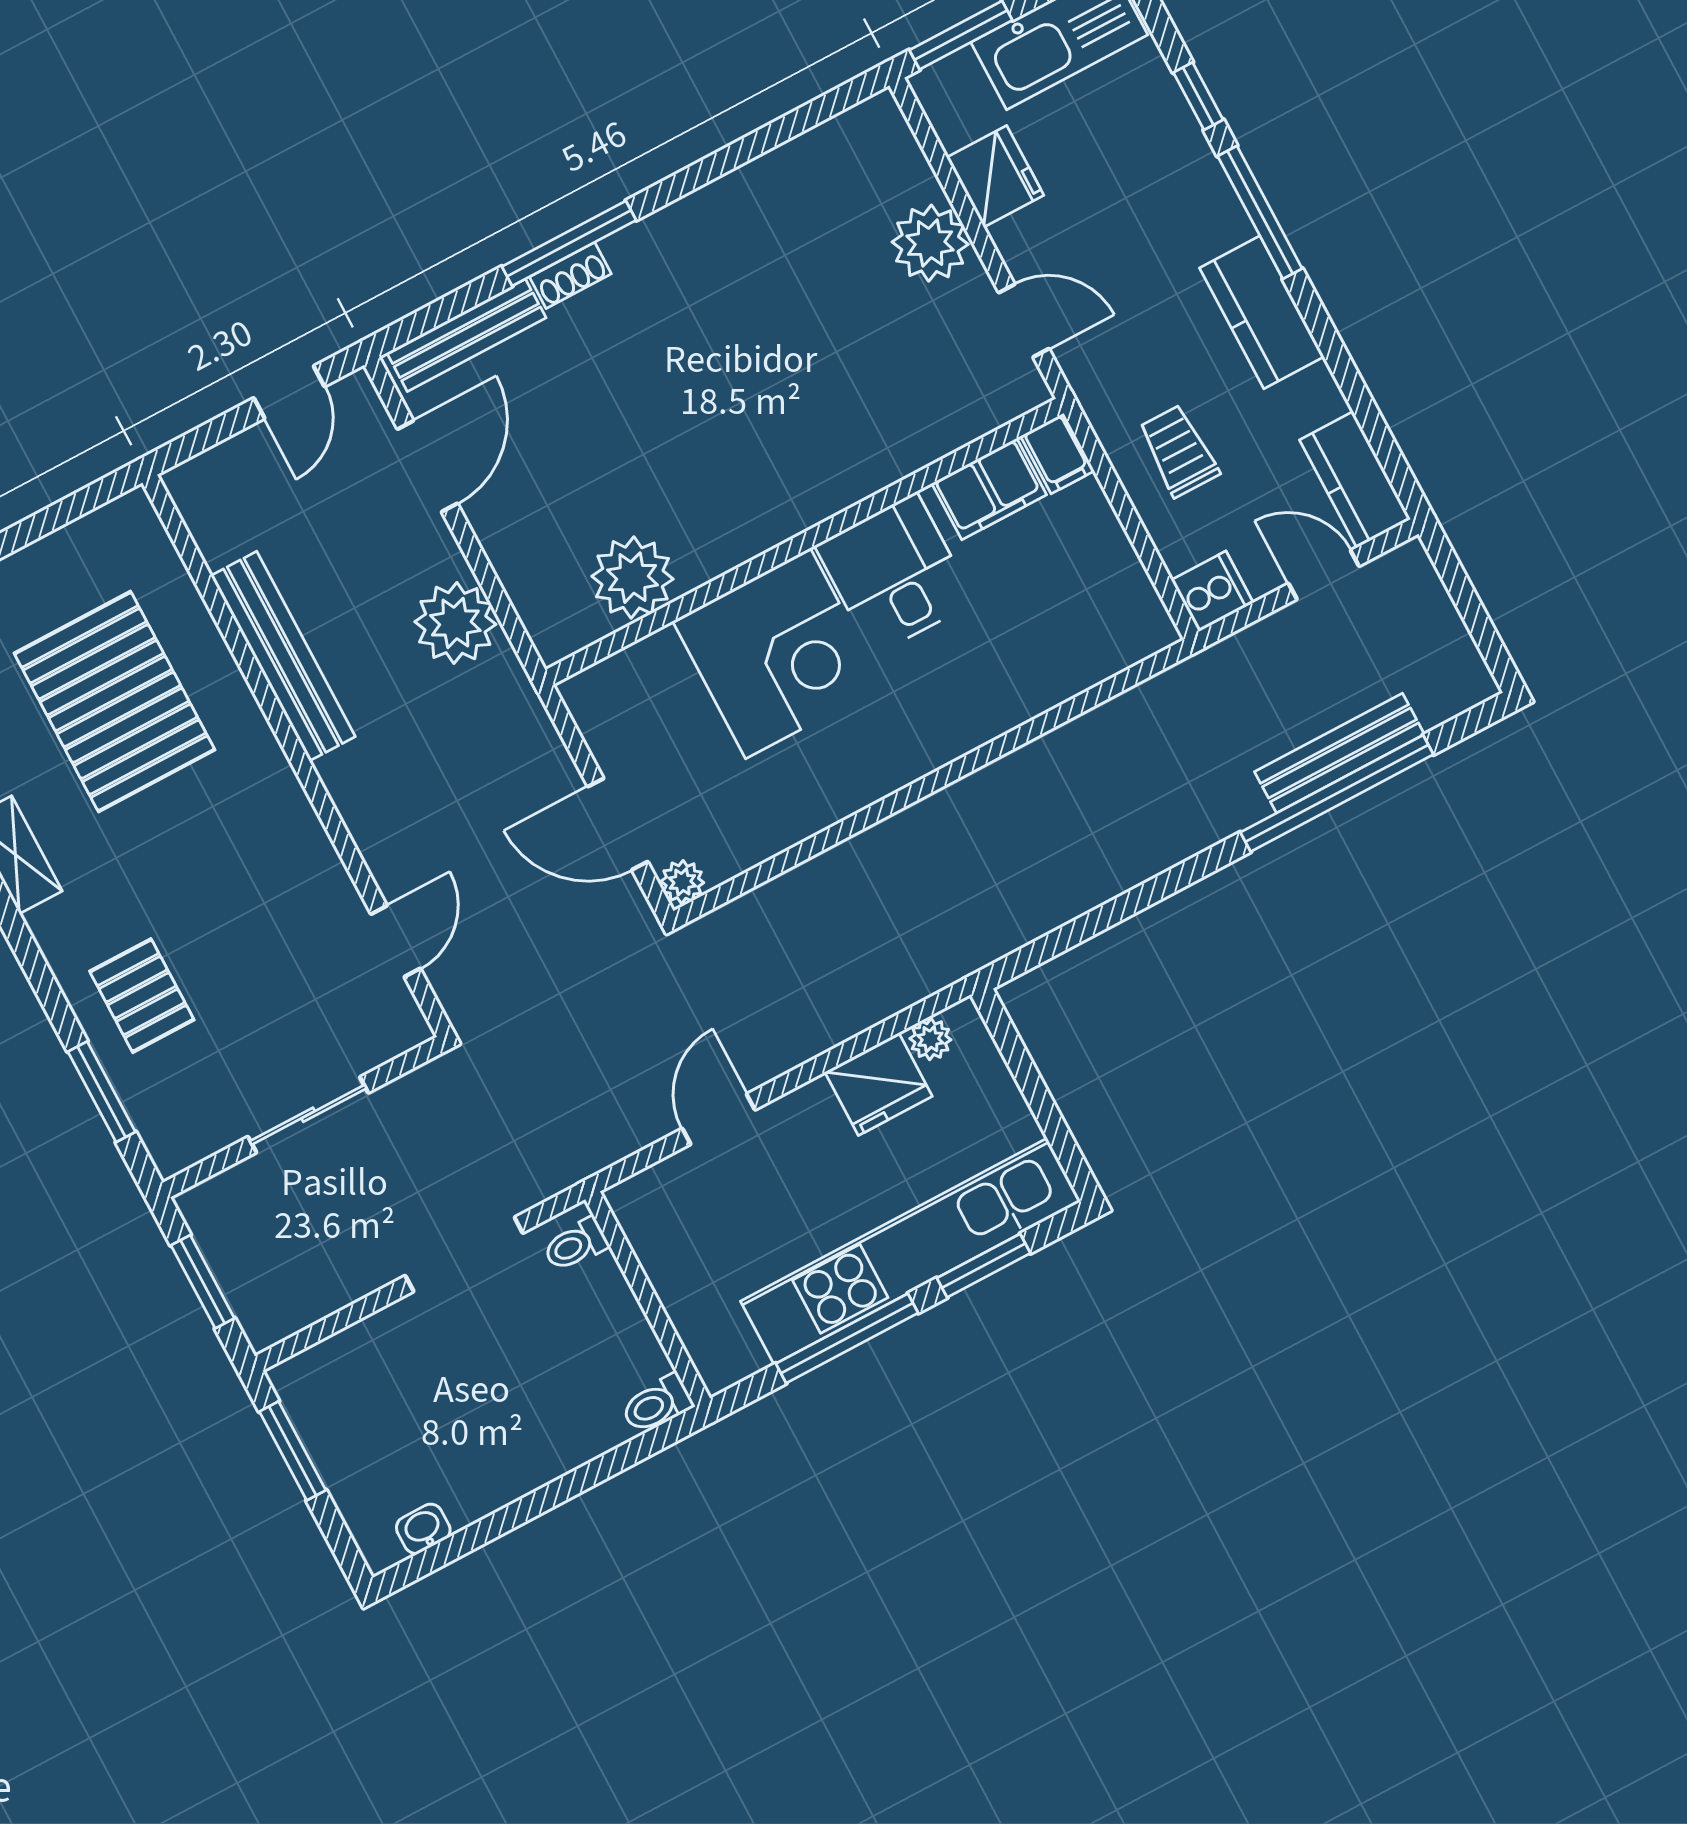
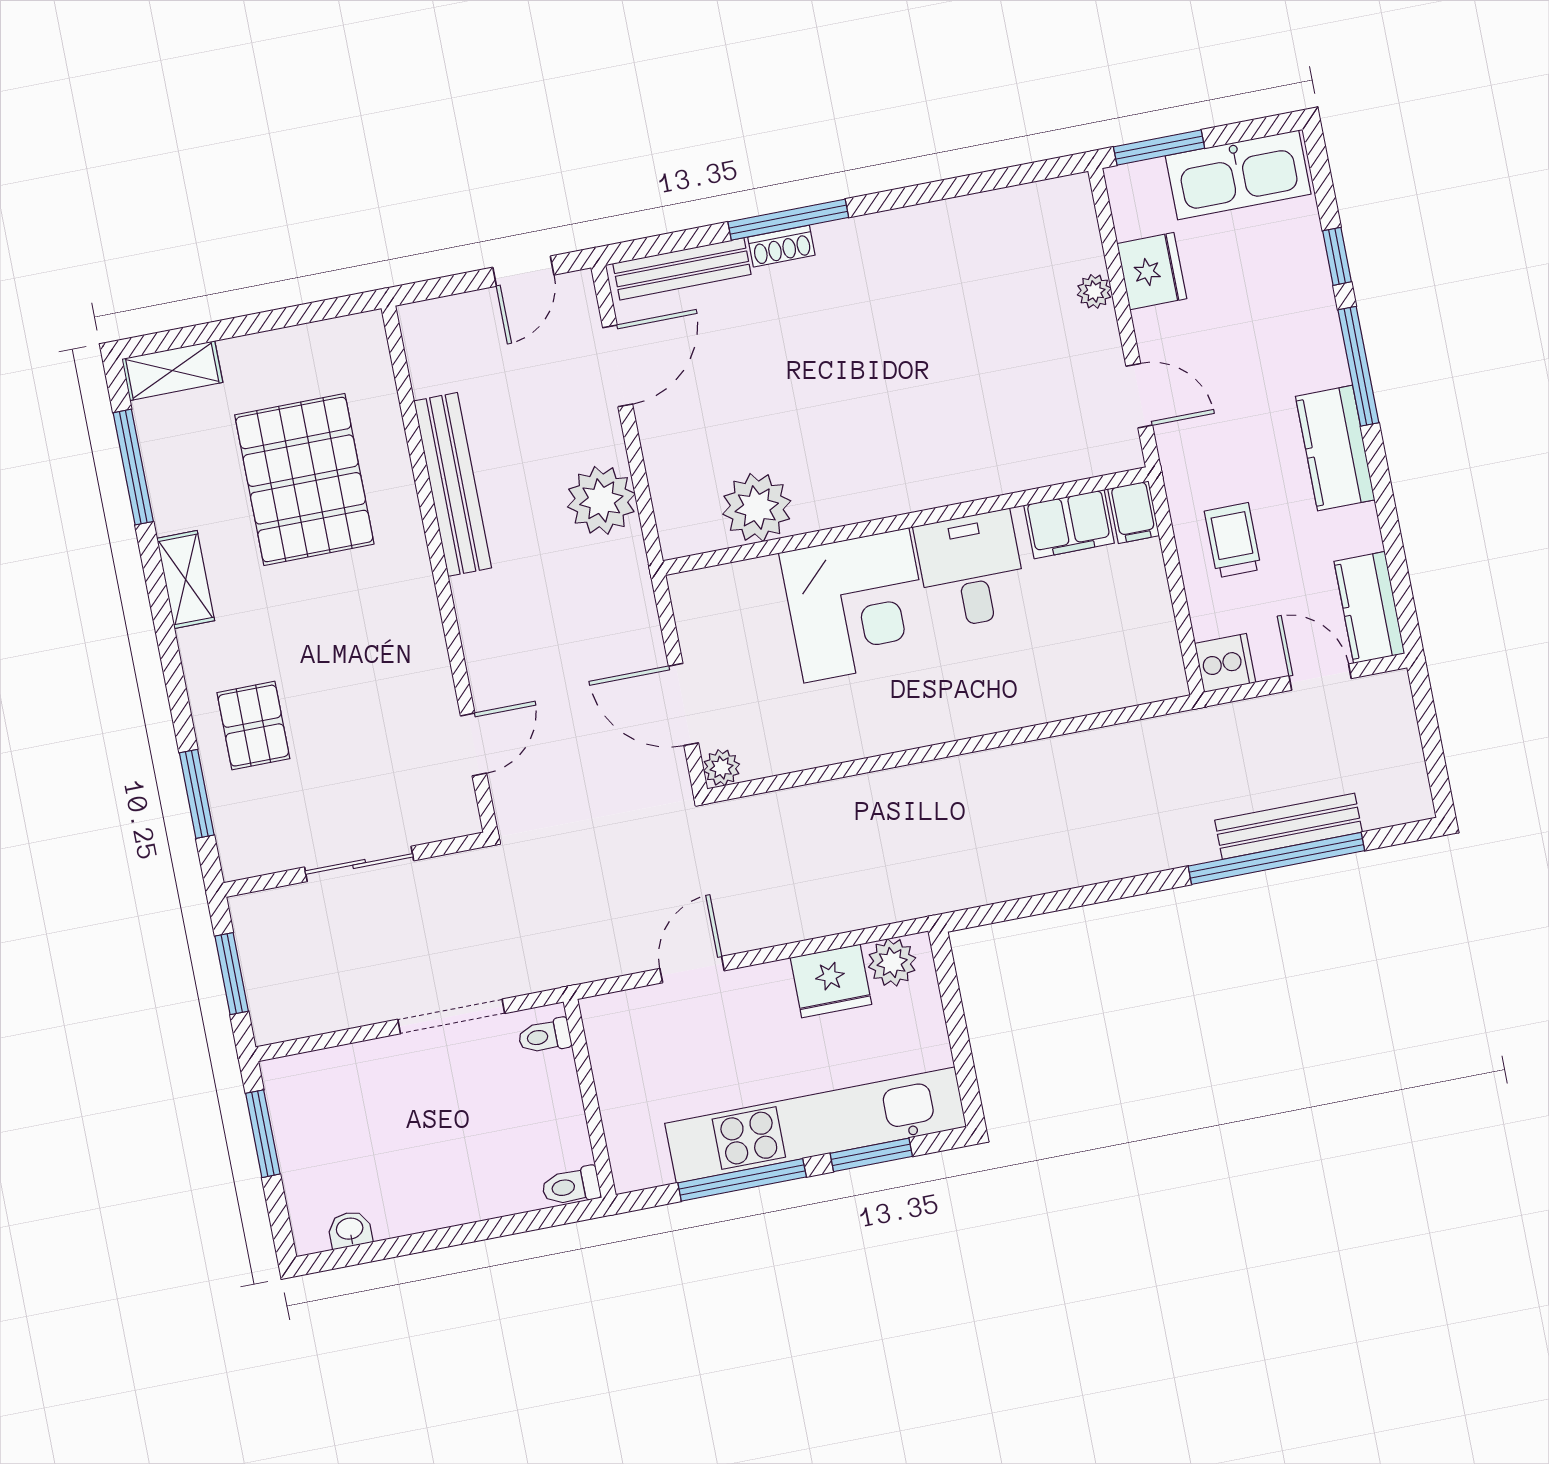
plant: (930, 243) -> (1094, 291), width x0.53, depth x0.53
plant: (930, 1039) -> (892, 962), width x1.38, depth x1.38

